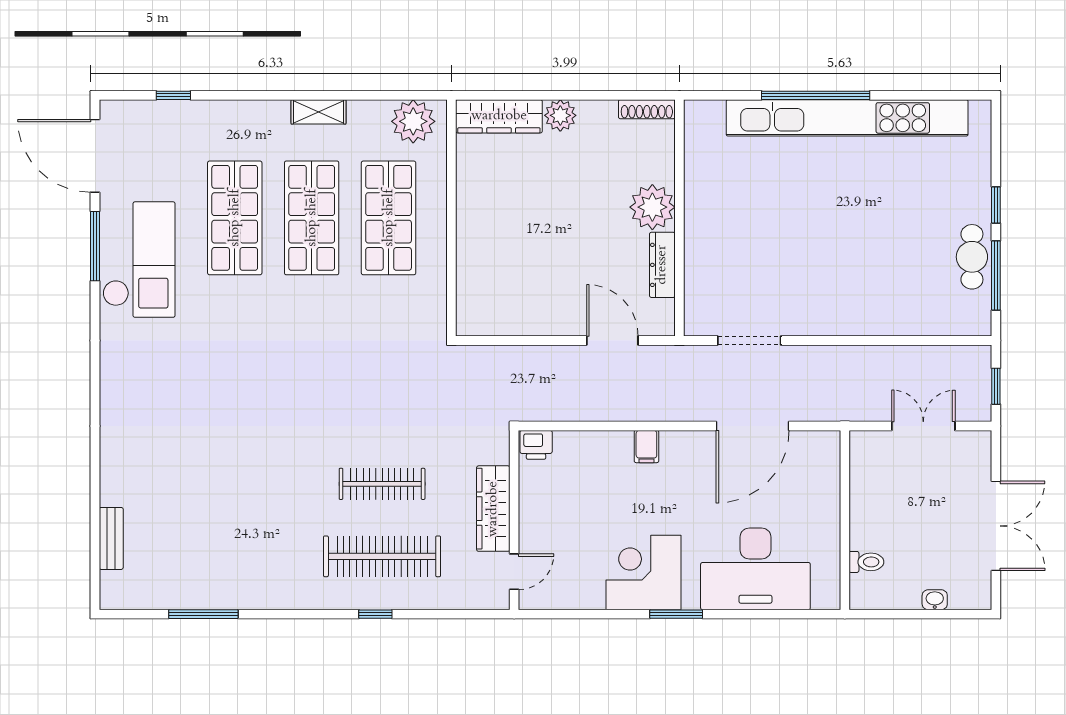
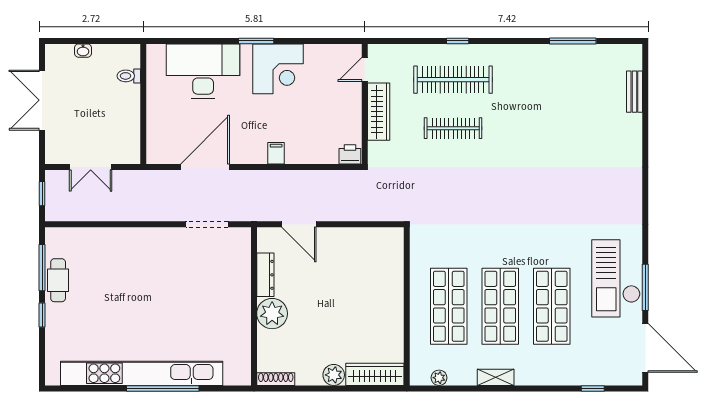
plant: (413, 121) -> (439, 378), width x0.53, depth x0.53

